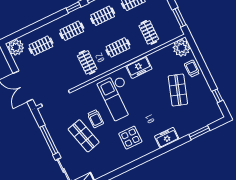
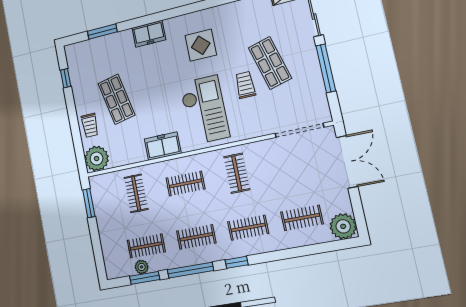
shop shelf: (178, 90) -> (116, 99), turned -30

